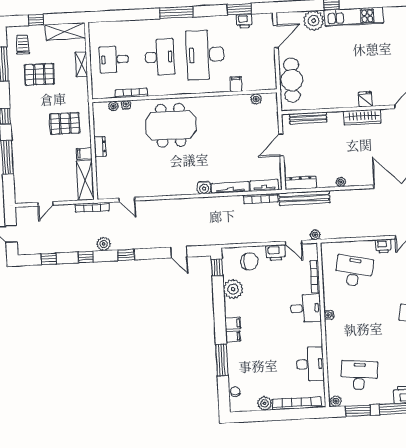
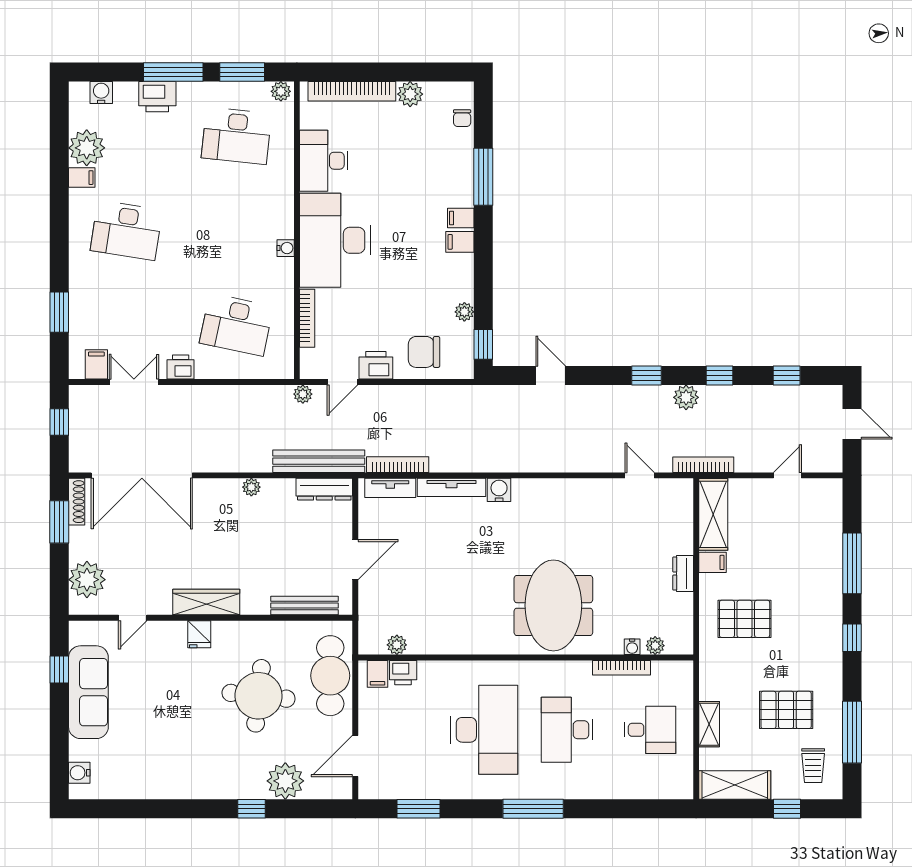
kitchen unit: (354, 17) -> (212, 784), removed
printer: (244, 21) -> (403, 673), moved, turned 180
round table: (331, 67) -> (259, 696), added
filing cabinet: (236, 84) -> (378, 674), moved
meeting table: (171, 125) -> (553, 605), turned 90
door: (294, 242) -> (342, 382), swing flipped
plant: (233, 289) -> (464, 312), width x0.53, depth x0.53
desk: (306, 308) -> (335, 240), width x1.87, depth x1.30

